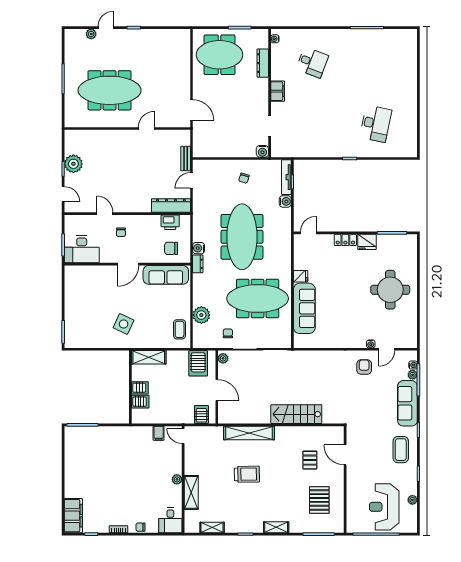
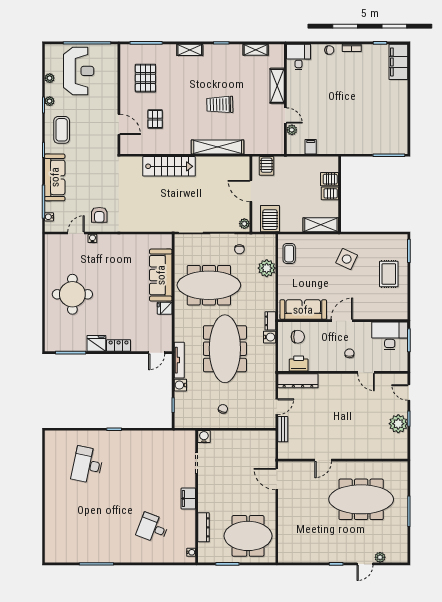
tv unit: (286, 177) -> (179, 360), moved
rug: (83, 309) -> (389, 274), added
plant: (413, 375) -> (50, 101), moved
door: (183, 436) -> (285, 115), moved
plant: (177, 479) -> (292, 130), moved

